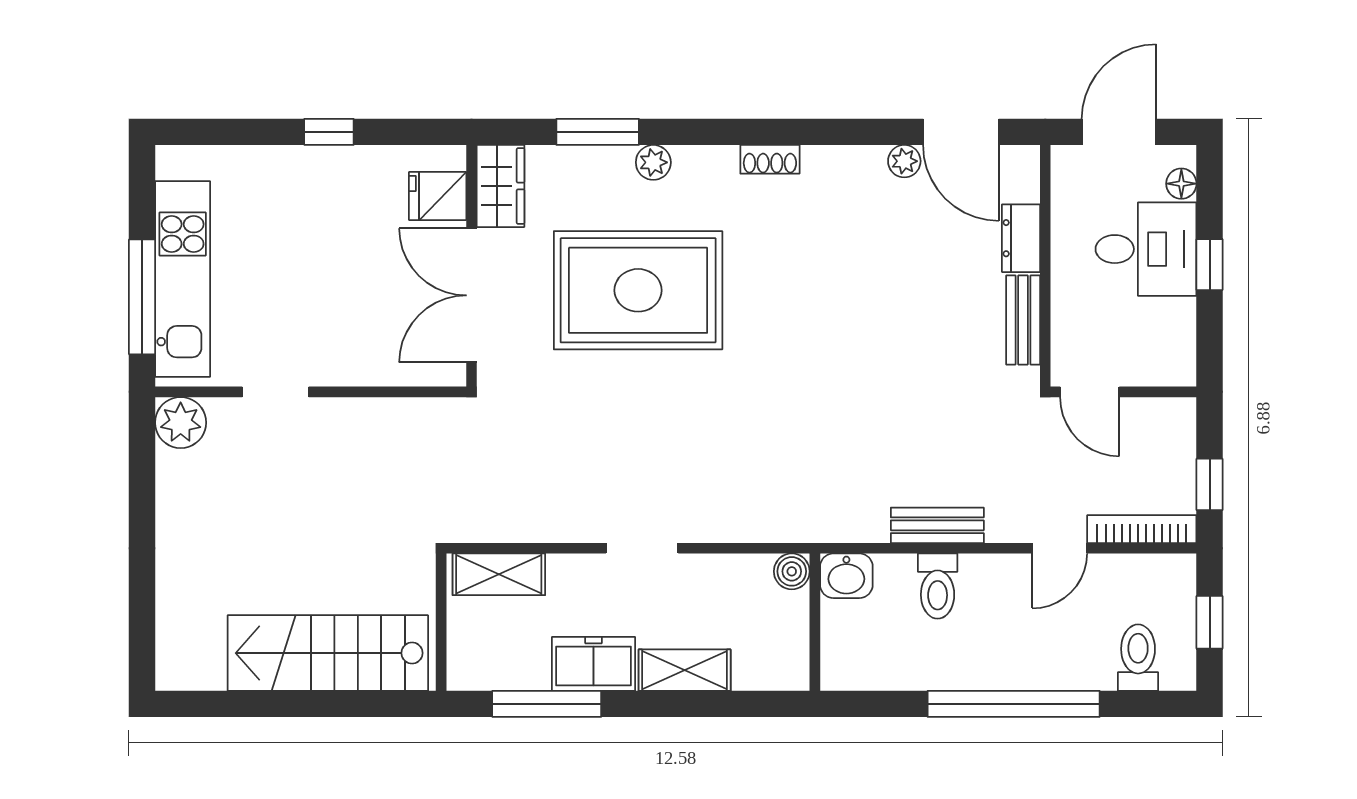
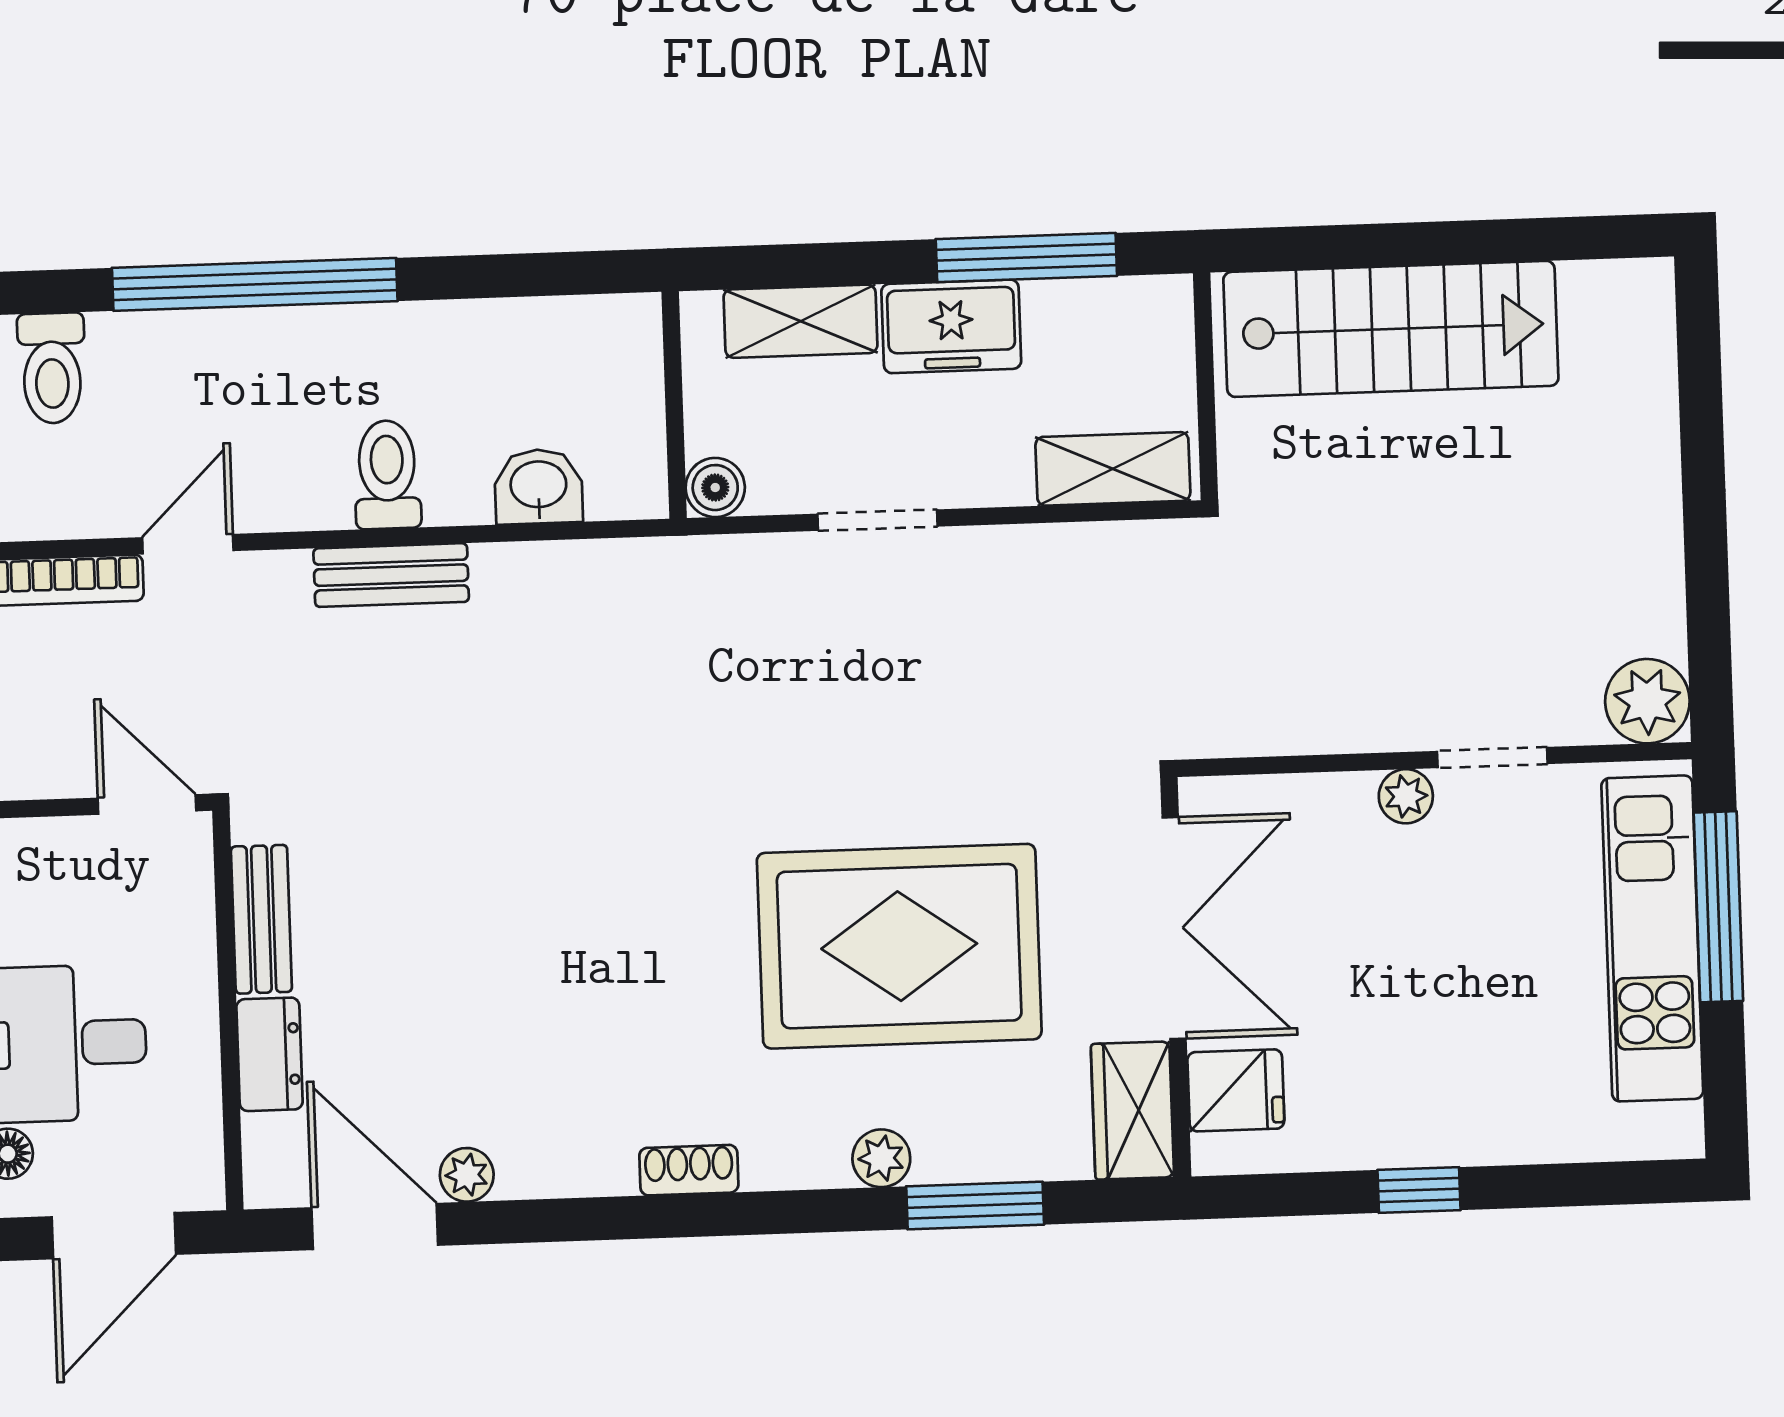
plant: (329, 370) -> (1406, 796), added
boiler: (792, 571) -> (715, 488), moved
wall: (815, 622) -> (674, 405), moved

